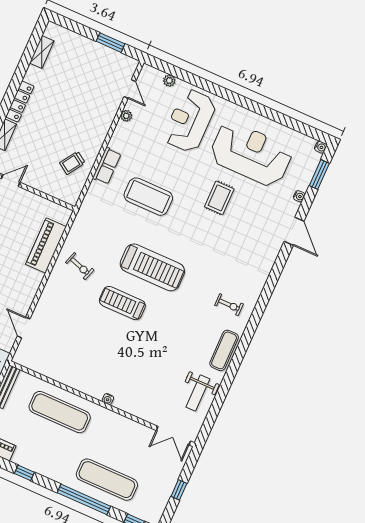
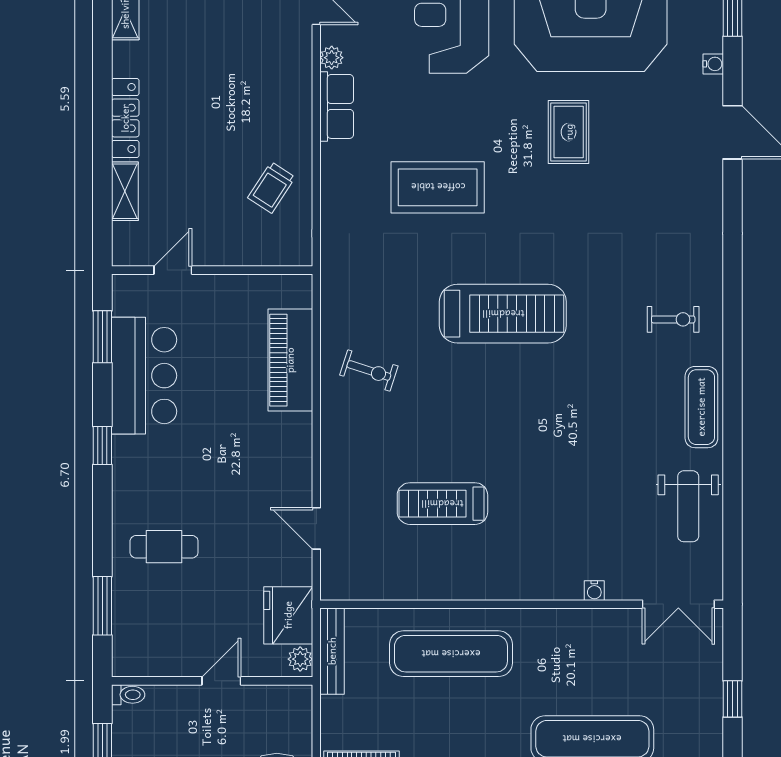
row of seats: (107, 166) -> (337, 106), moved
treadmill: (122, 303) -> (442, 504), moved
water cooler: (108, 399) -> (594, 591), moved

